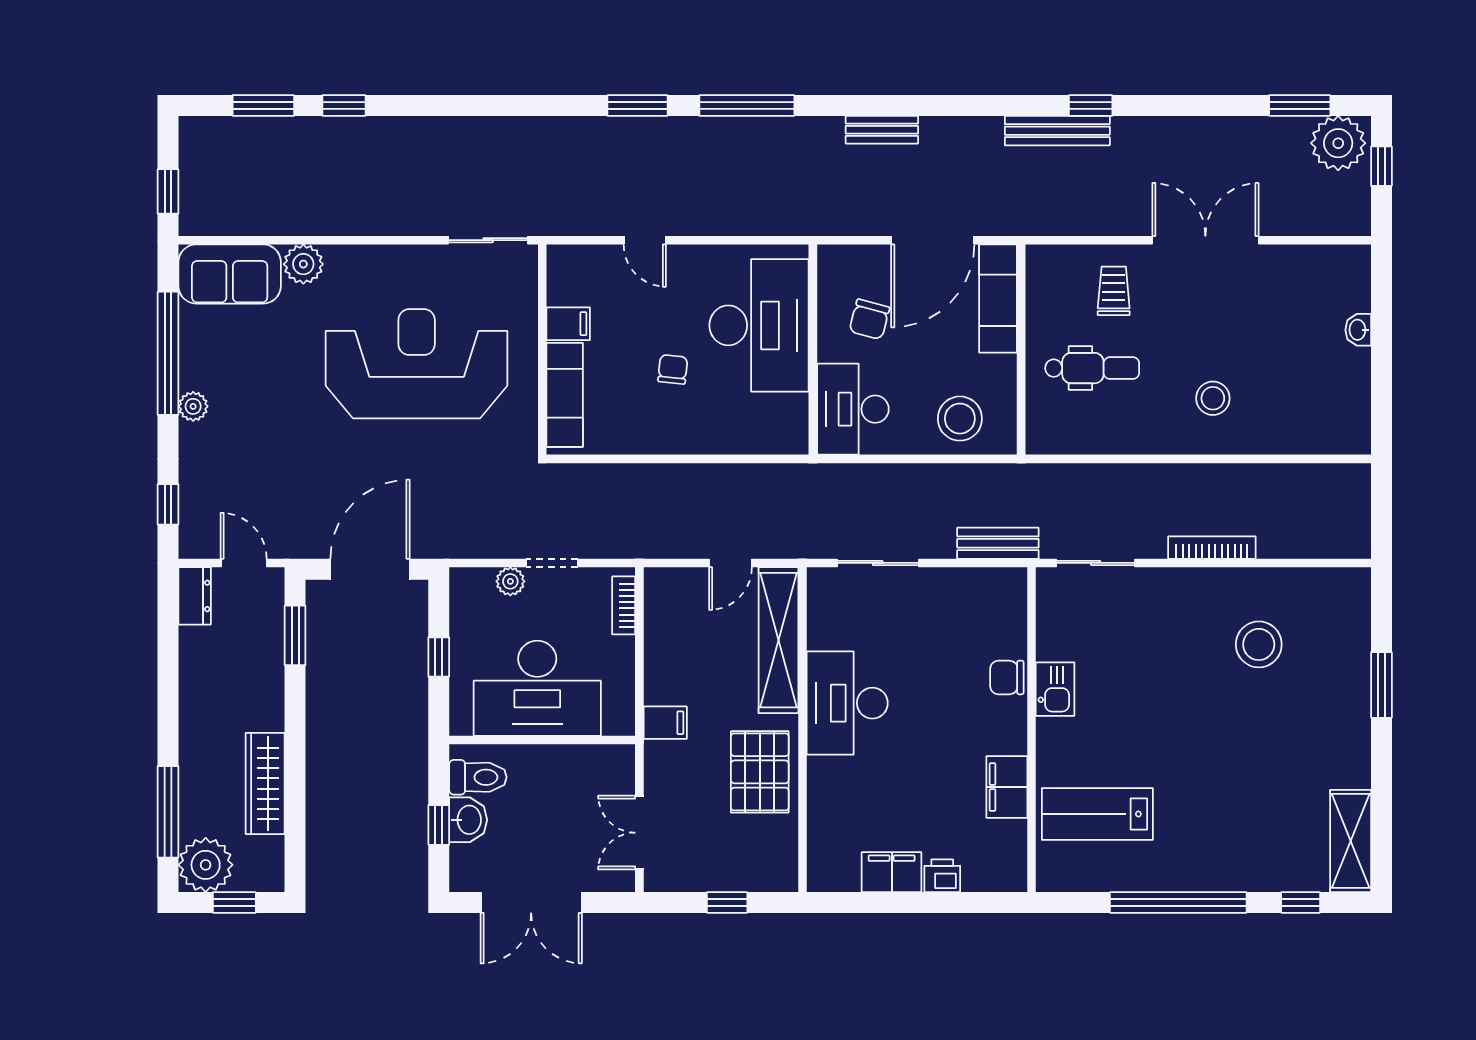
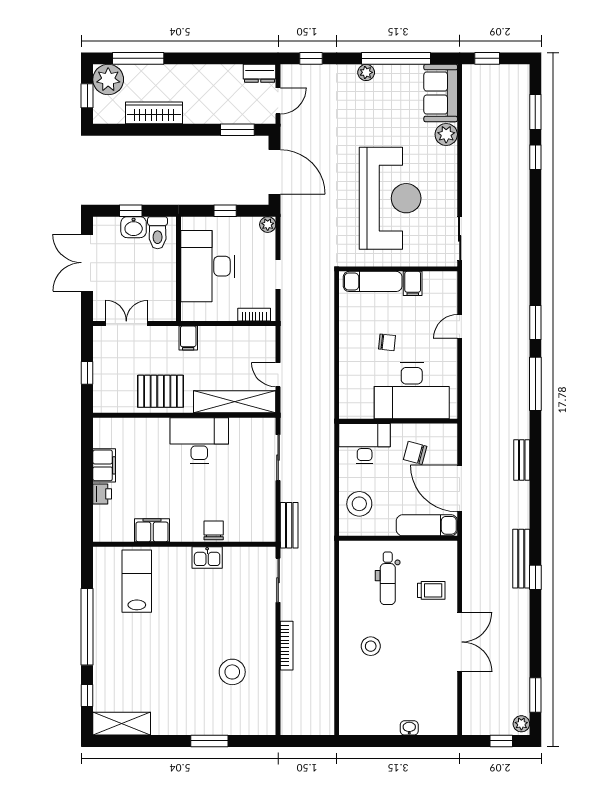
plant: (1338, 143) -> (521, 724), width x0.53, depth x0.53
plant: (510, 581) -> (268, 225), moved

